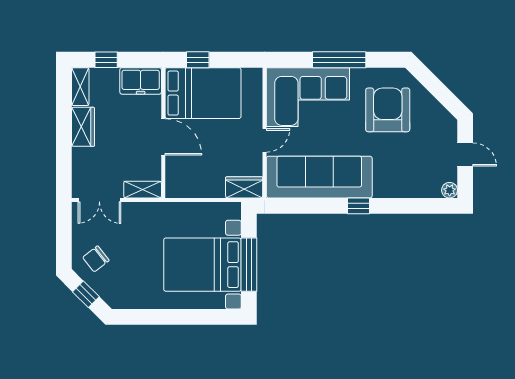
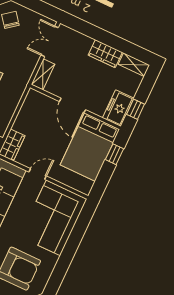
window: (106, 60) -> (136, 109), moved
window: (339, 60) -> (69, 251), removed
door: (163, 137) -> (73, 106), hinge flipped
door: (265, 140) -> (38, 174), swing flipped

